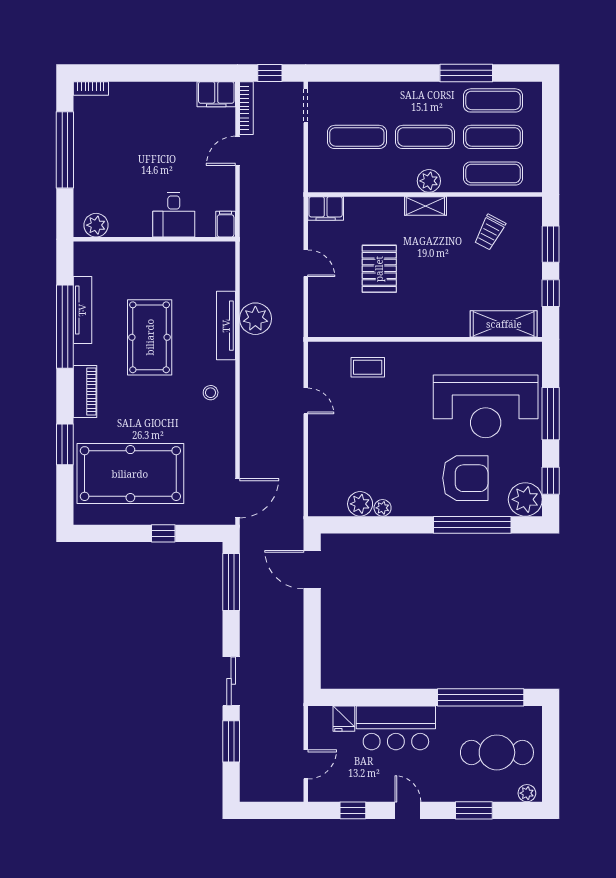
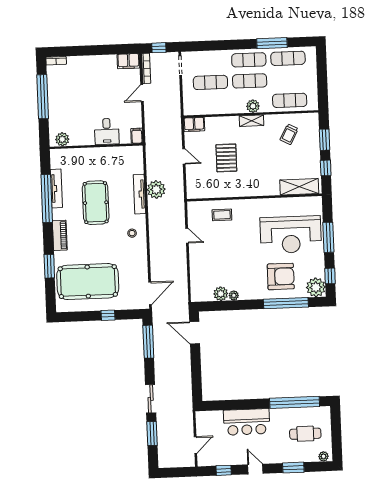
exercise mat: (493, 137) -> (249, 60), moved
fridge: (344, 719) -> (216, 418), removed
cafe table: (497, 752) -> (305, 434), width x0.73, depth x0.74

